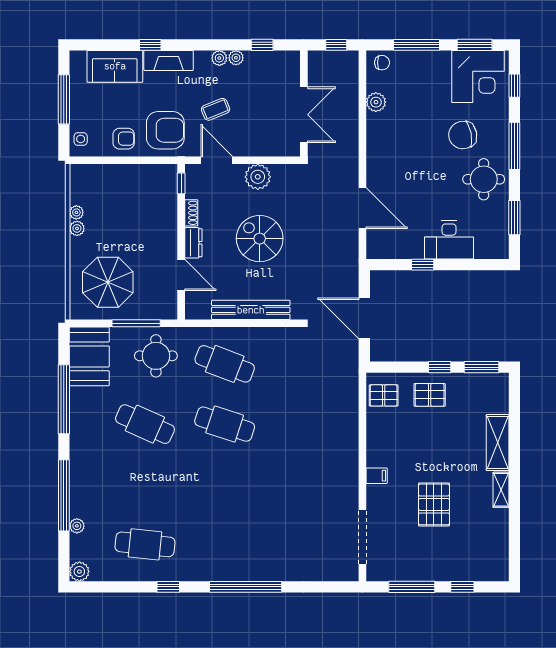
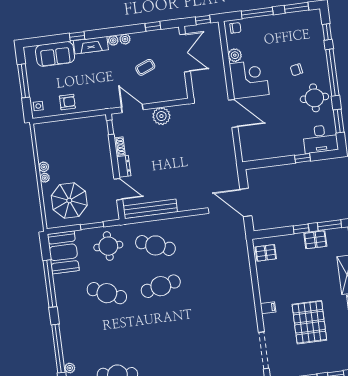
plant: (236, 58) -> (113, 40), moved
corner desk: (478, 77) -> (249, 79), moved, turned -90
coffee table: (216, 109) -> (145, 67), moved
double door: (304, 115) -> (185, 53), moved
armchair: (165, 130) -> (95, 93), removed
chair: (463, 135) -> (296, 70), width x0.54, depth x0.54
window: (514, 146) -> (332, 73), width x1.46
door: (362, 208) -> (233, 113), moved
plant: (76, 212) -> (45, 178), moved
spiral stairs: (260, 239) -> (168, 158), removed
desk: (449, 240) -> (320, 139), moved
window: (423, 265) -> (302, 158), moved
bench: (251, 310) -> (150, 209), moved
window: (136, 323) -> (92, 226), width x0.69
pallet: (430, 395) -> (315, 240), moved
cafe table: (225, 424) -> (161, 286), turned -30
pallet: (434, 504) -> (309, 322), width x1.37, depth x1.41

